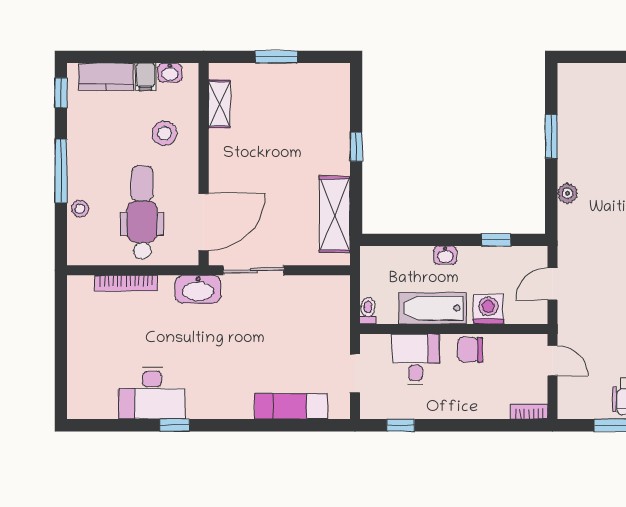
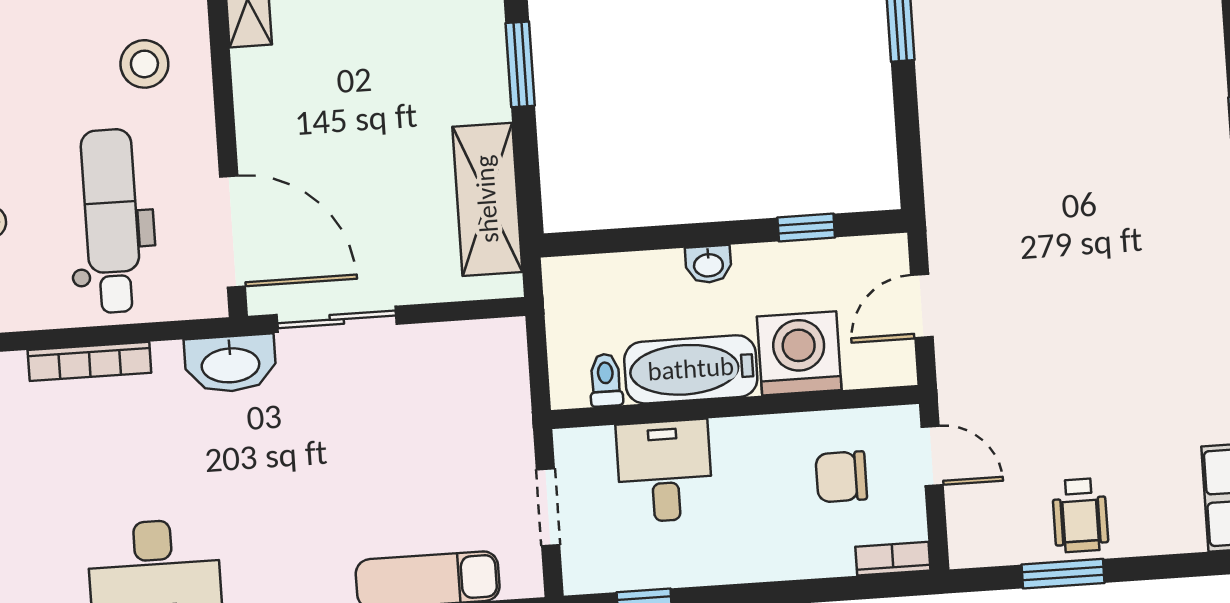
window: (356, 147) -> (520, 64), width x1.50
plant: (568, 193) -> (939, 127), removed
door: (204, 222) -> (233, 232), hinge flipped
washing machine: (488, 309) -> (799, 353), width x1.37, depth x1.37
toilet: (368, 311) -> (606, 380), moved
chair: (470, 350) -> (841, 477), moved

